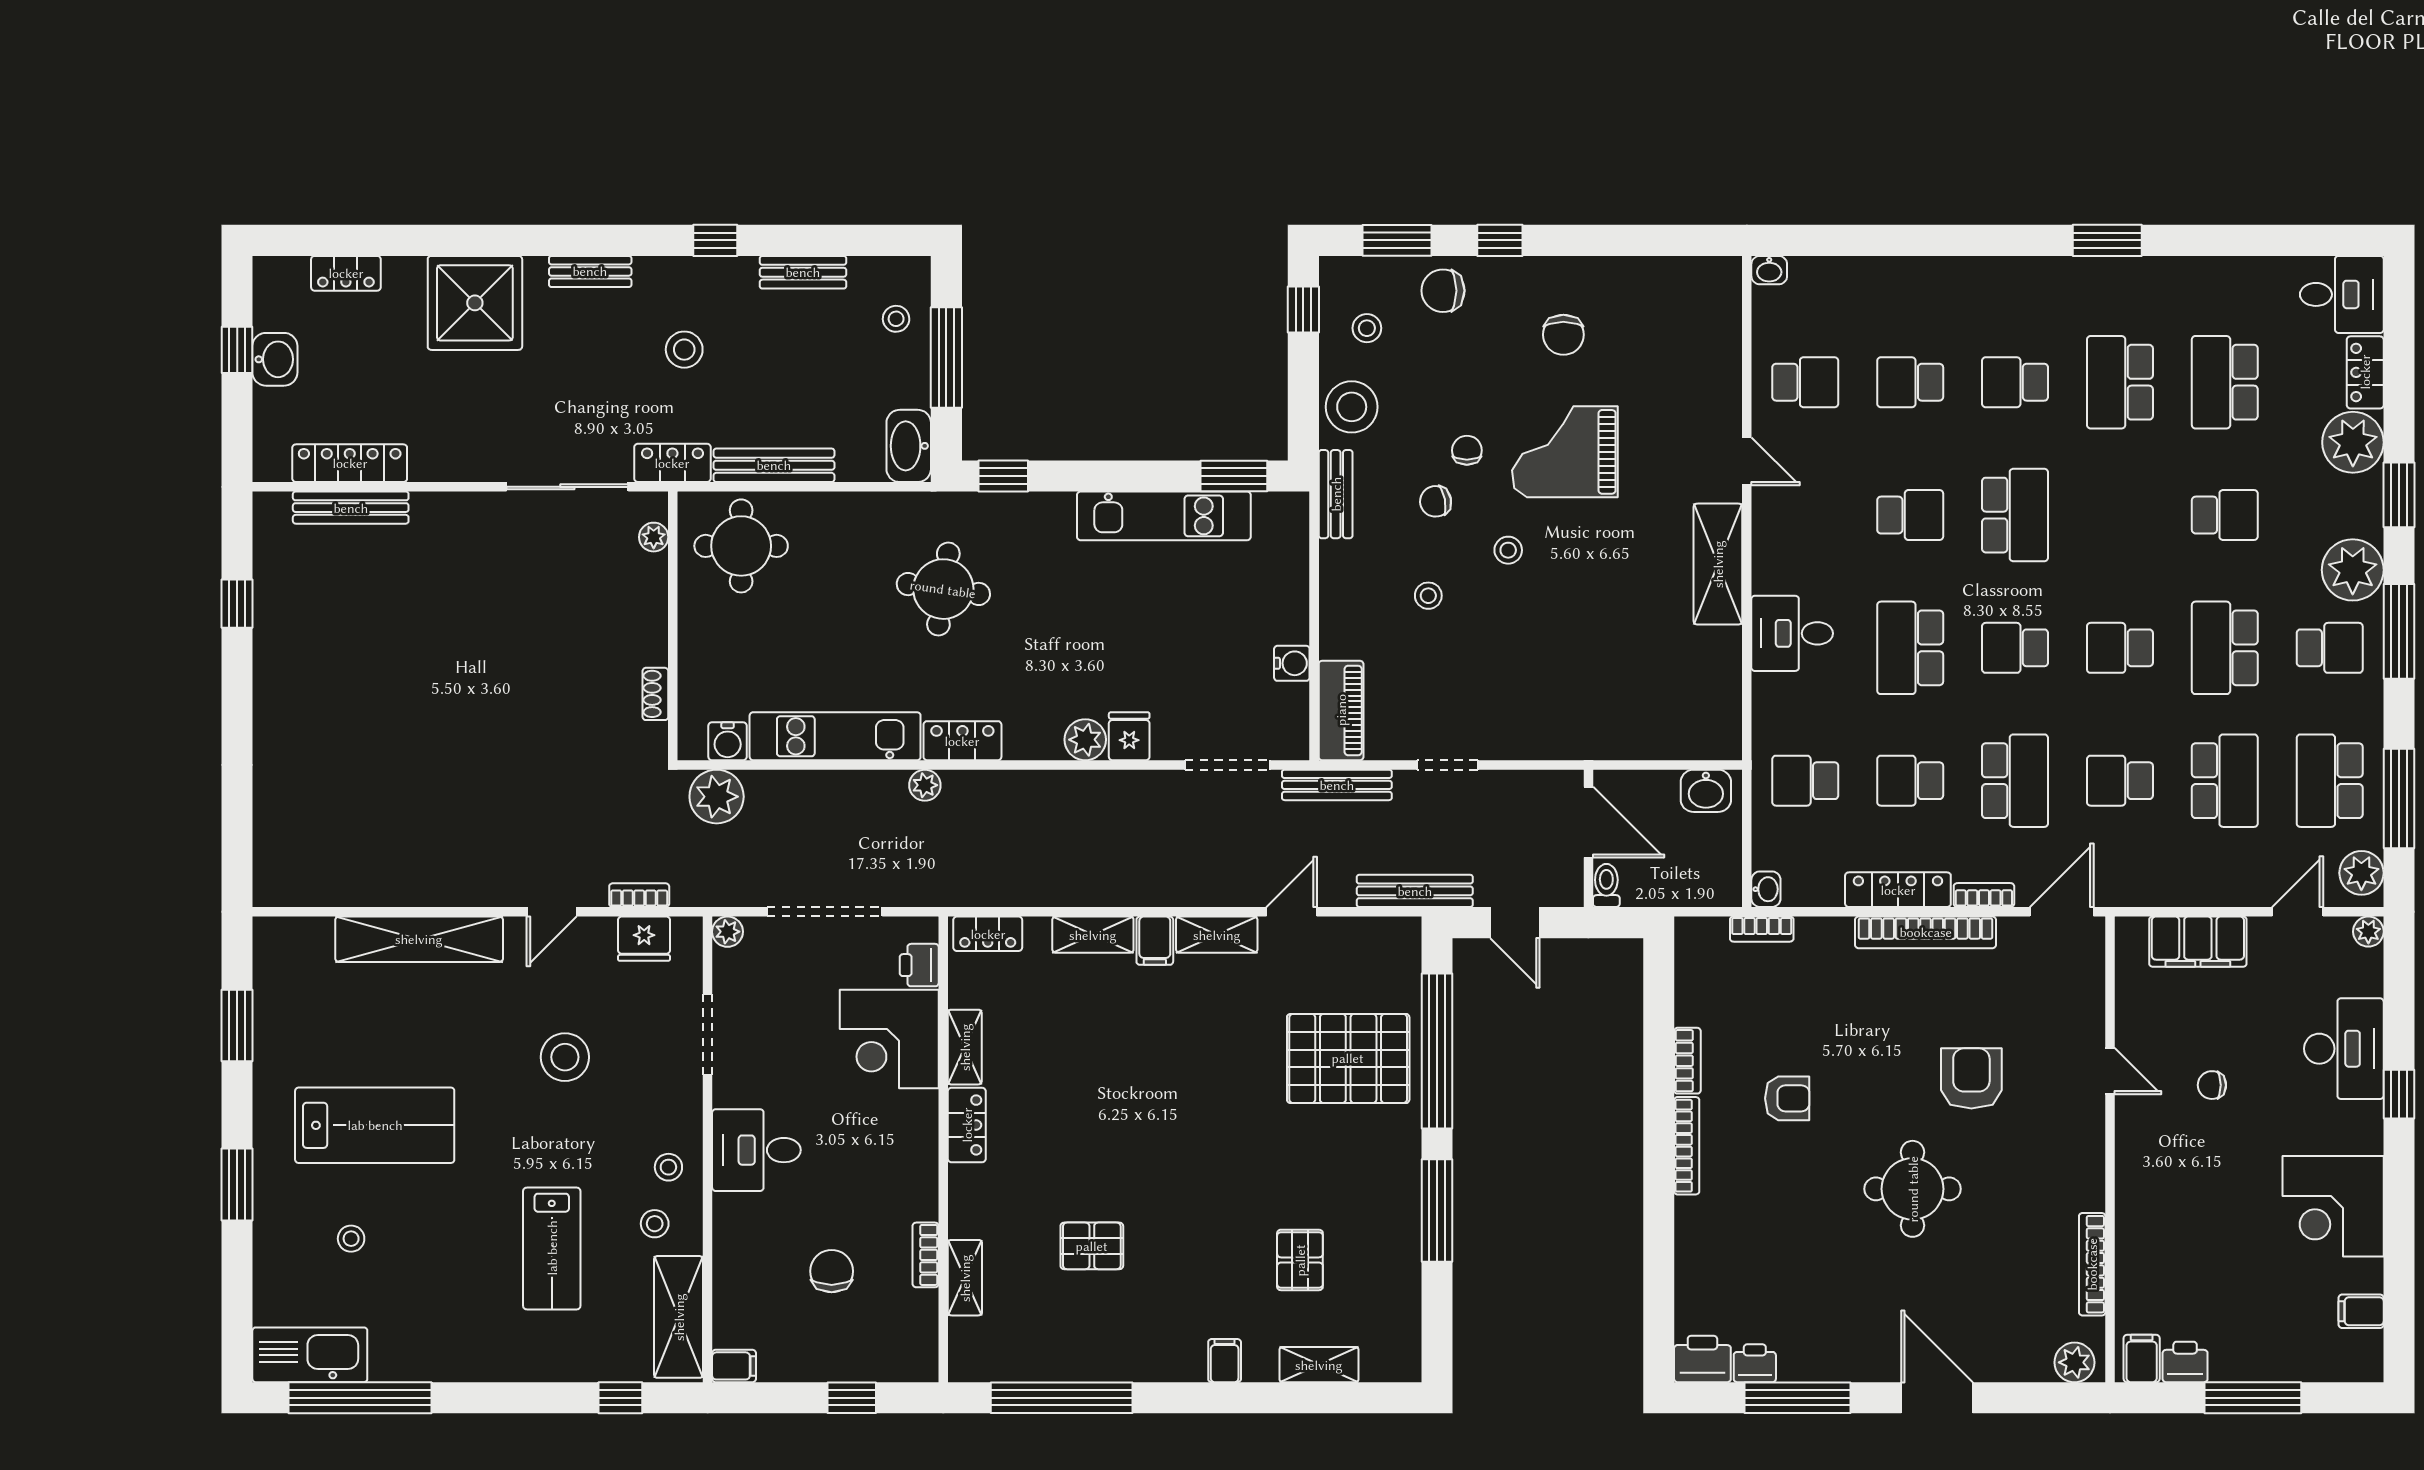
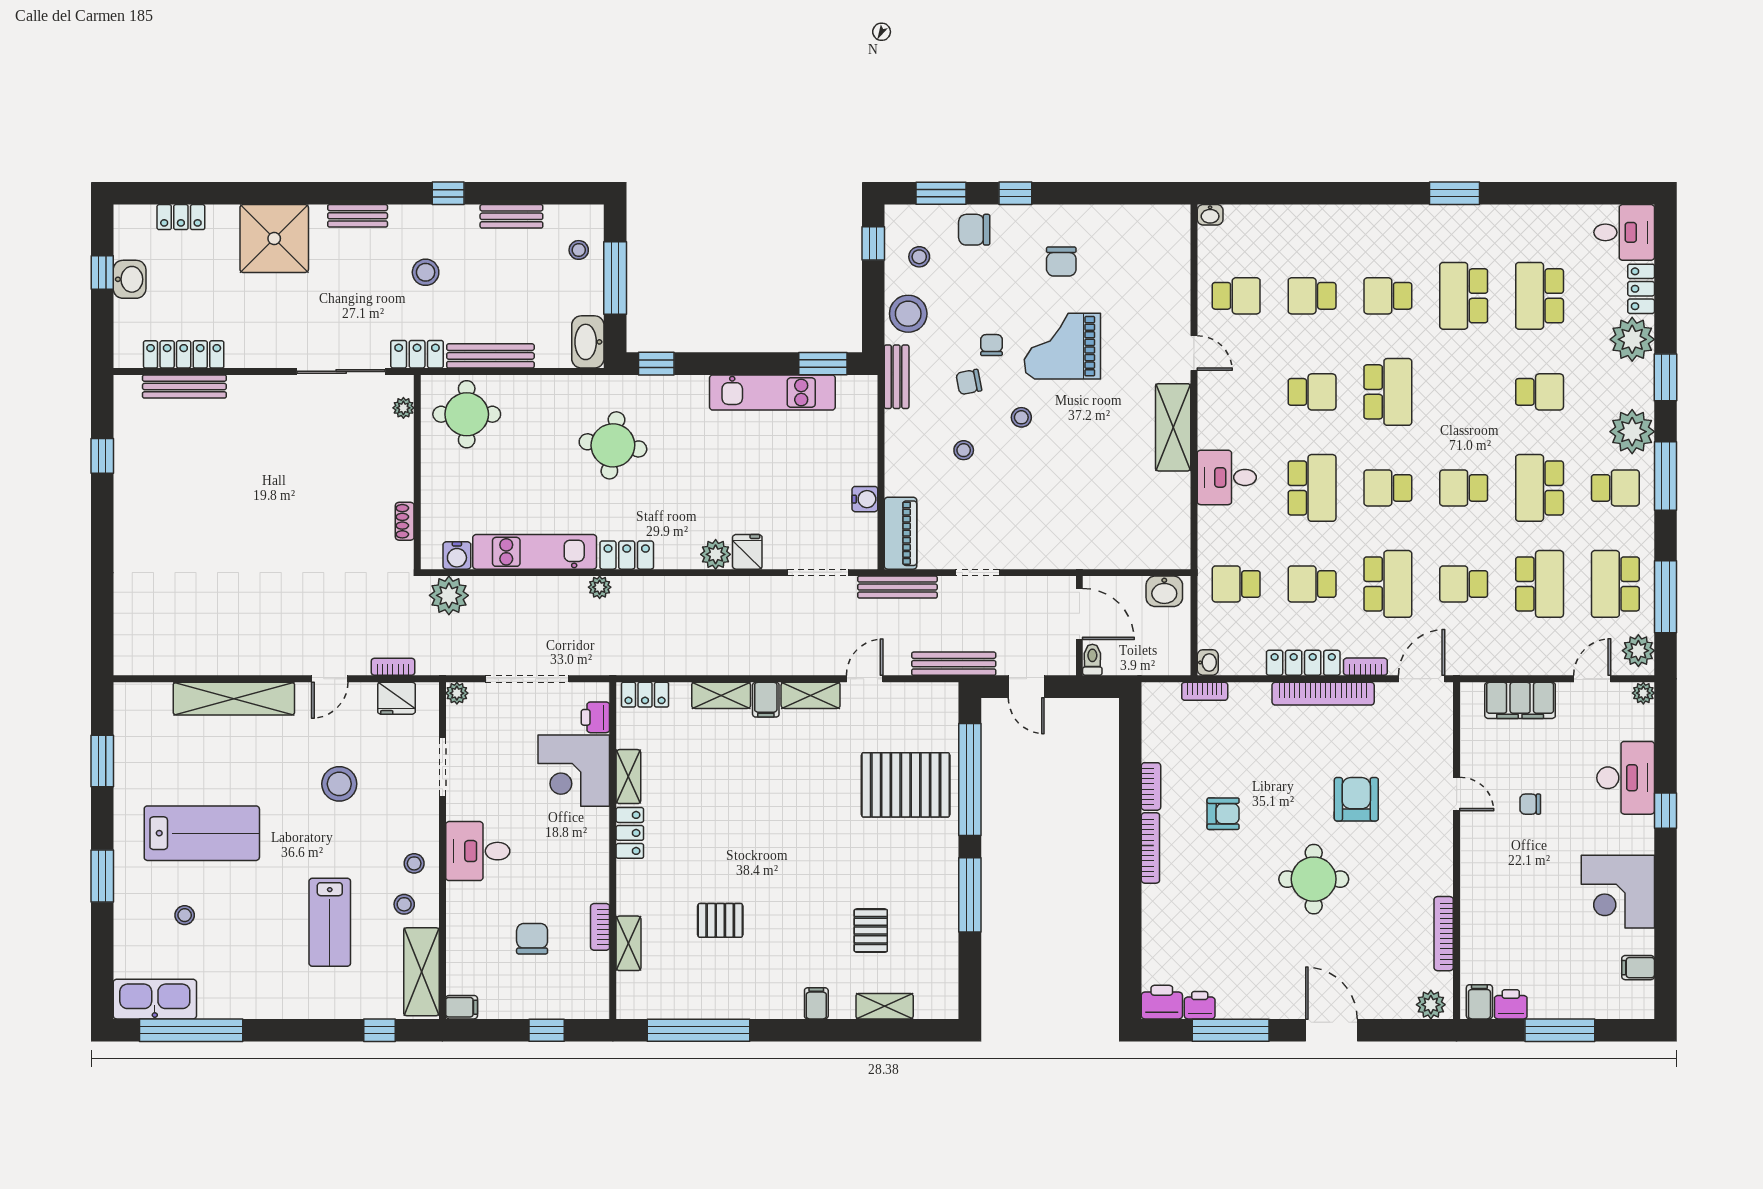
school desk: (1910, 648) -> (1312, 488), turned 180

